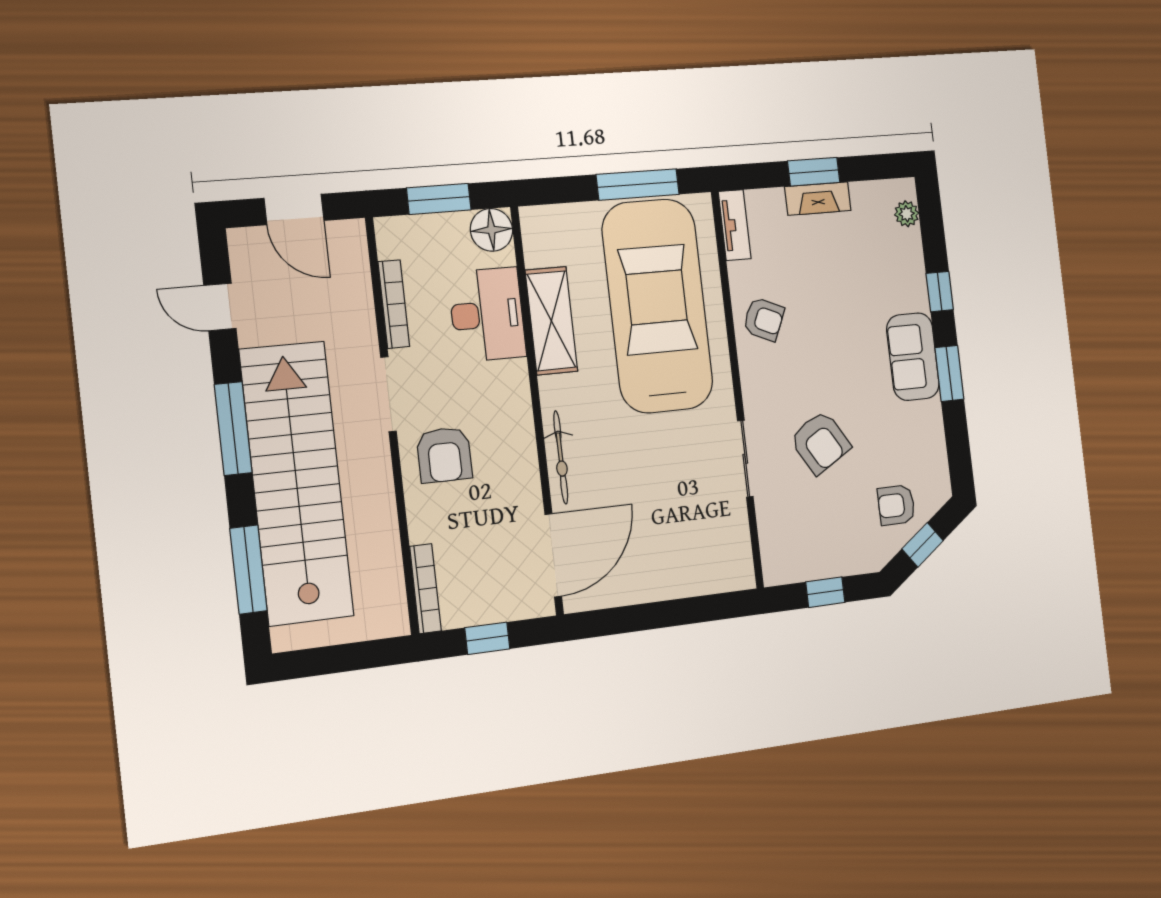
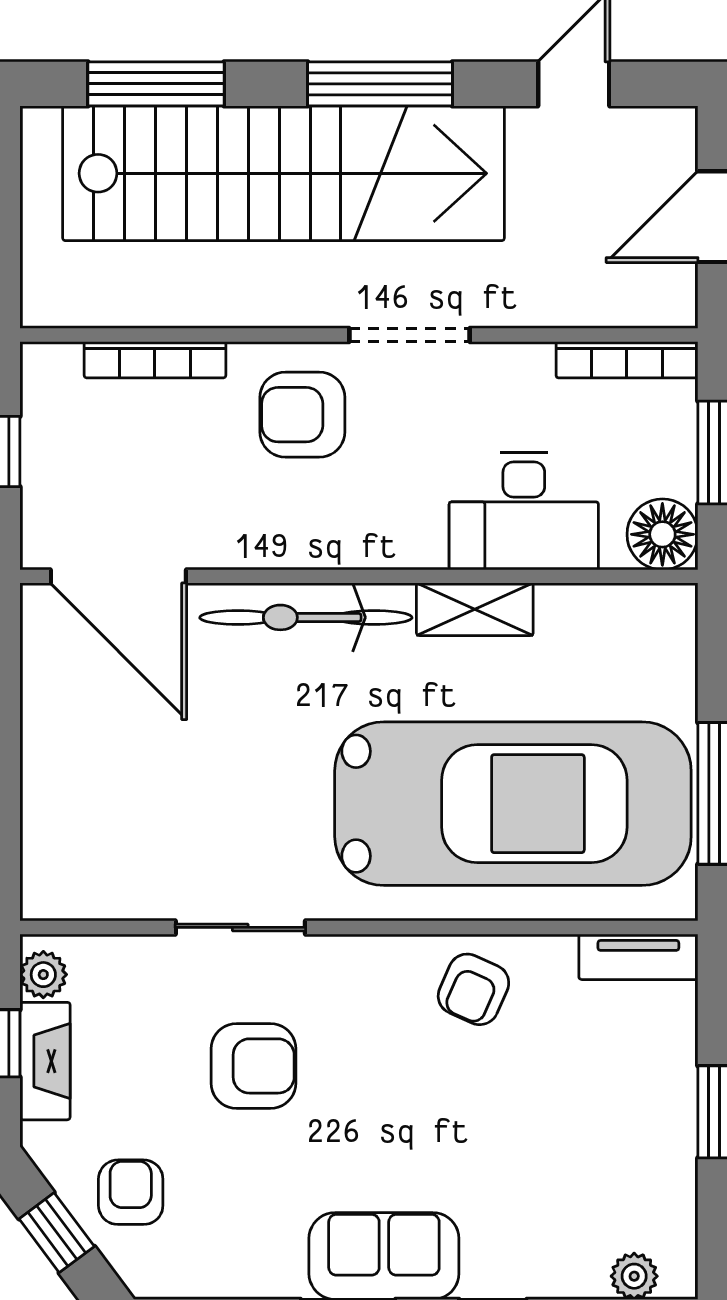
fireplace: (818, 199) -> (45, 1061), moved, turned 180
bookcase: (394, 304) -> (627, 360), moved
shelving: (551, 321) -> (475, 609), width x0.67, depth x0.75
armchair: (820, 442) -> (253, 1066), turned -149
bicycle: (561, 457) -> (306, 617), width x1.37, depth x1.40
plant: (785, 571) -> (43, 975), added
bookcase: (425, 589) -> (155, 360), moved

